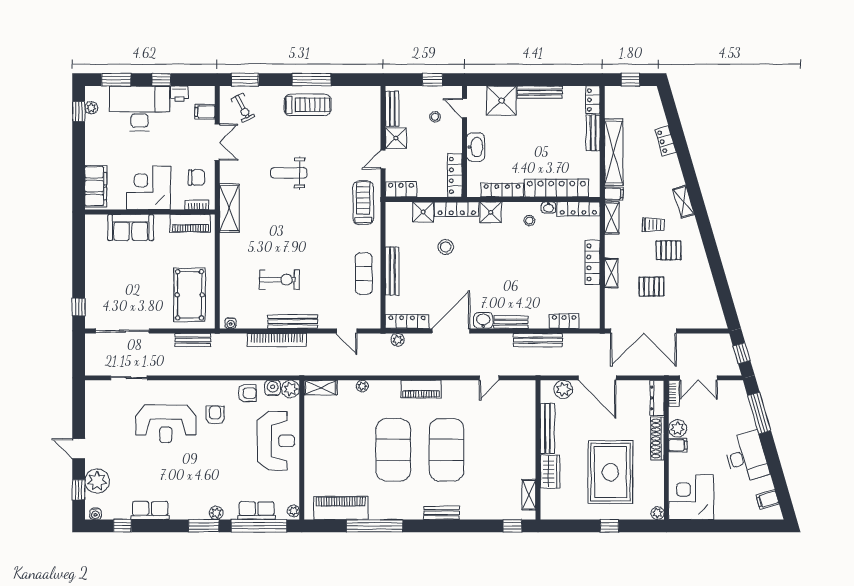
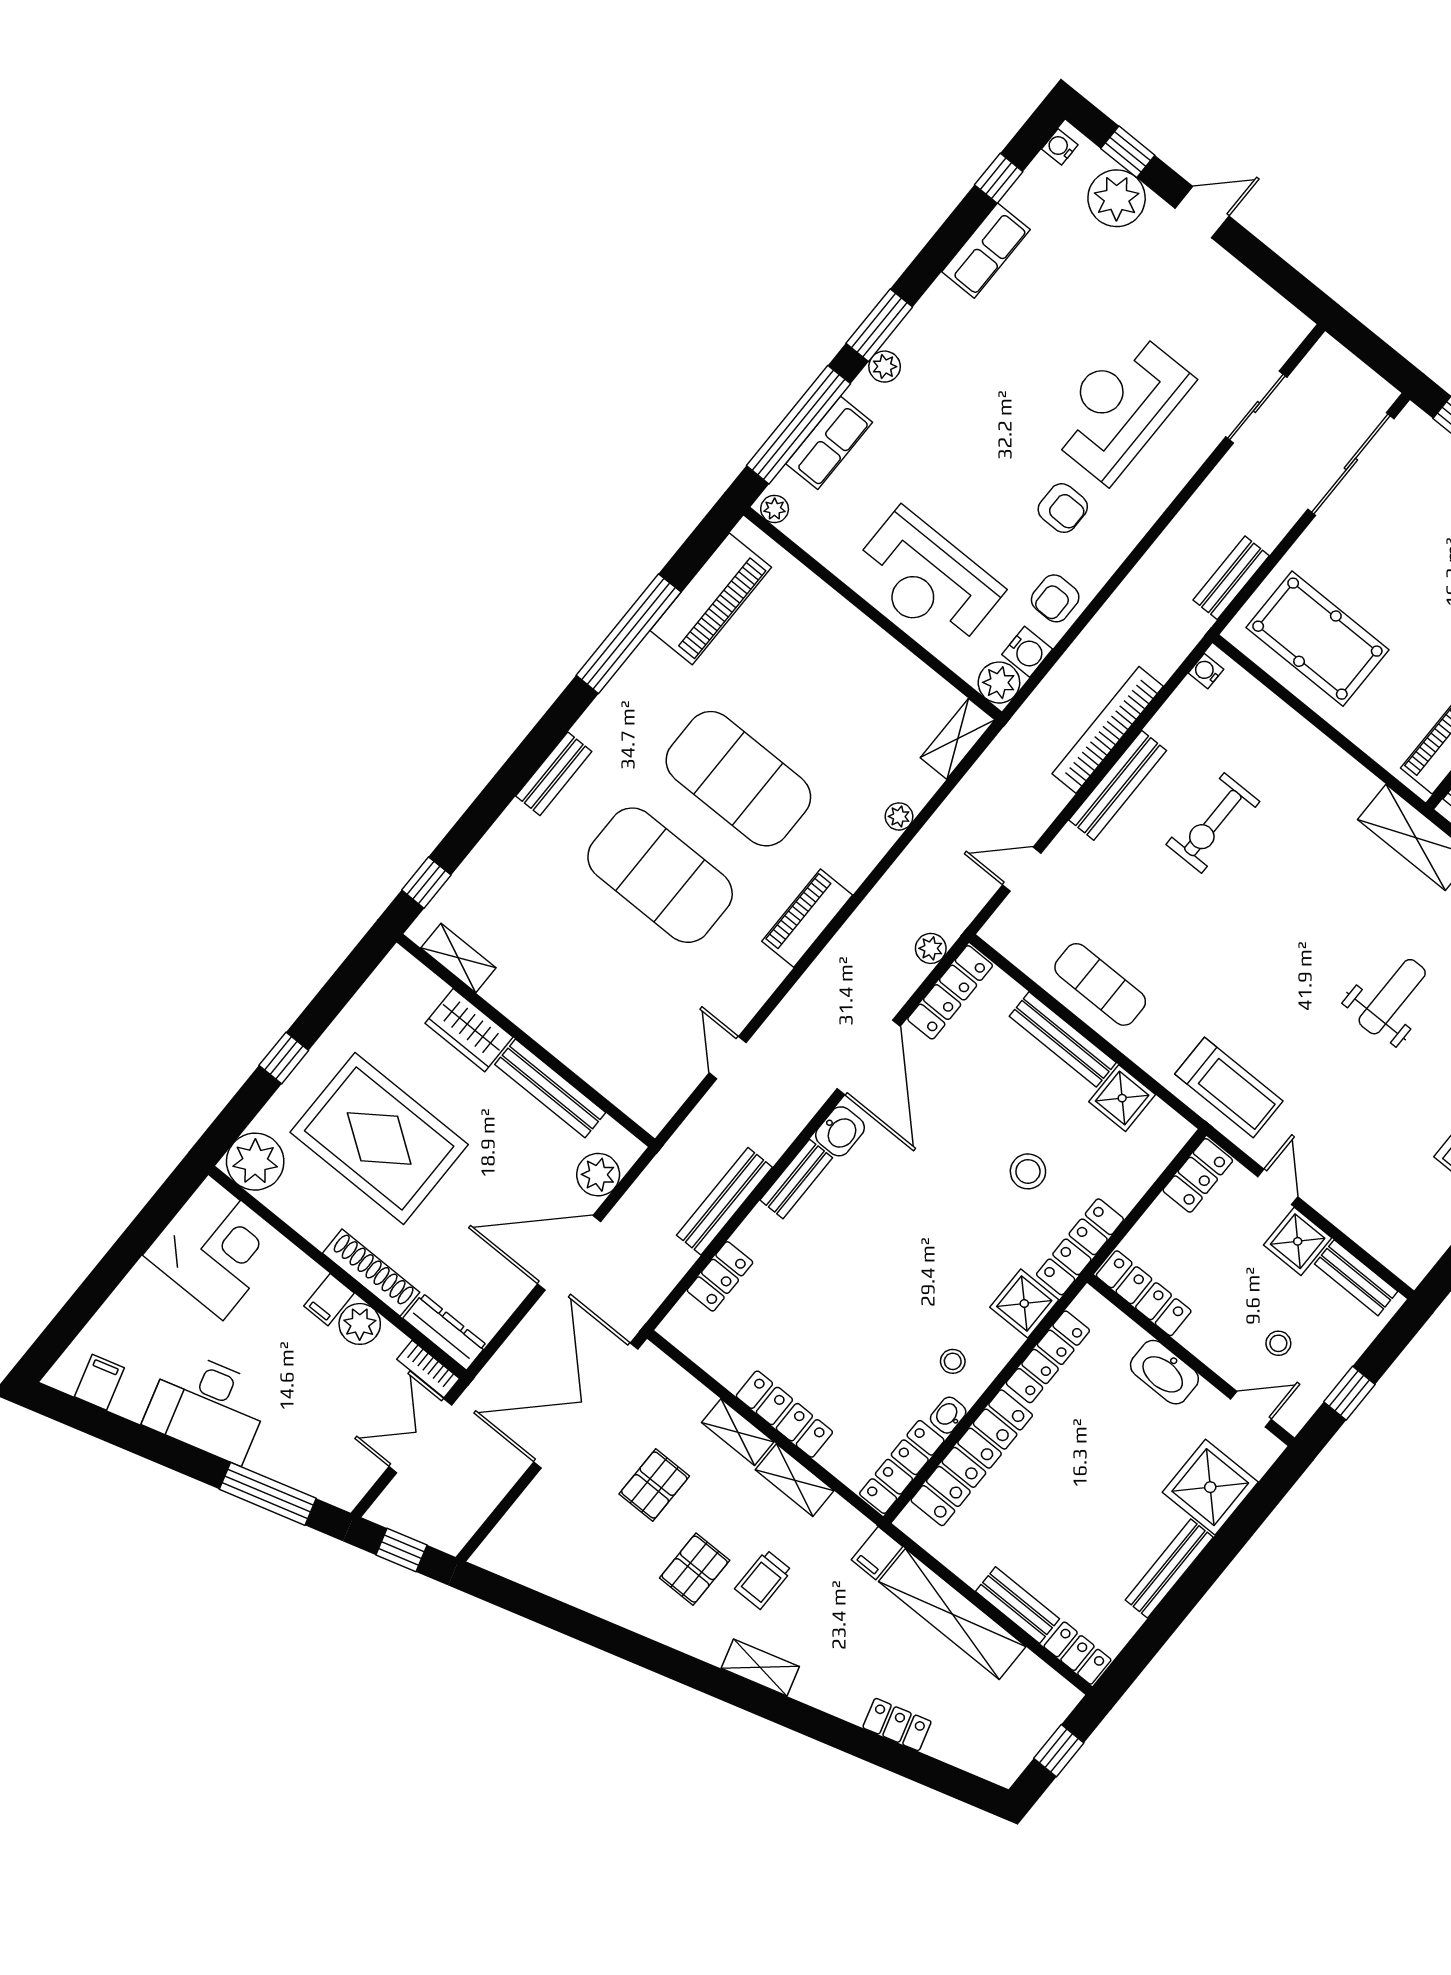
shower: (423, 212) -> (1122, 1098), moved
shelving: (612, 218) -> (795, 1480), moved
plant: (657, 513) -> (255, 1162), width x1.87, depth x1.87

